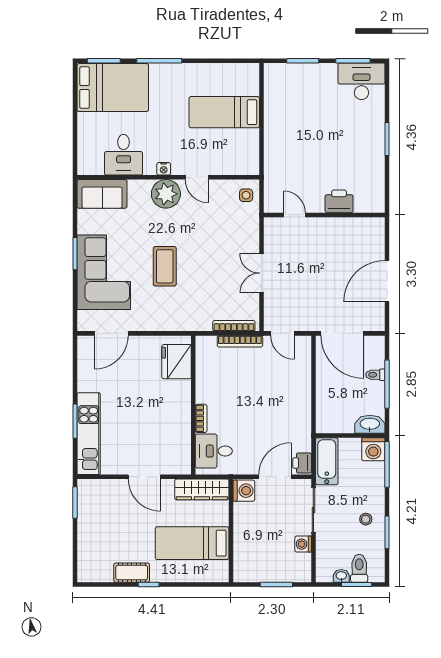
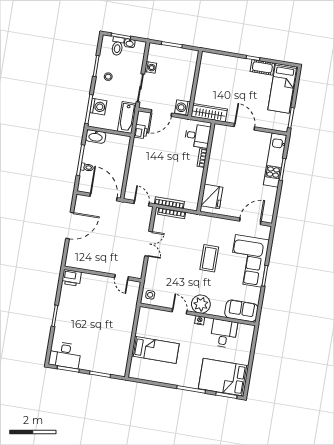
printer: (339, 201) -> (71, 278), moved
washing machine: (373, 449) -> (98, 107), moved, turned 90
printer: (302, 463) -> (141, 132), moved
bed: (192, 543) -> (282, 88), moved, turned 90

